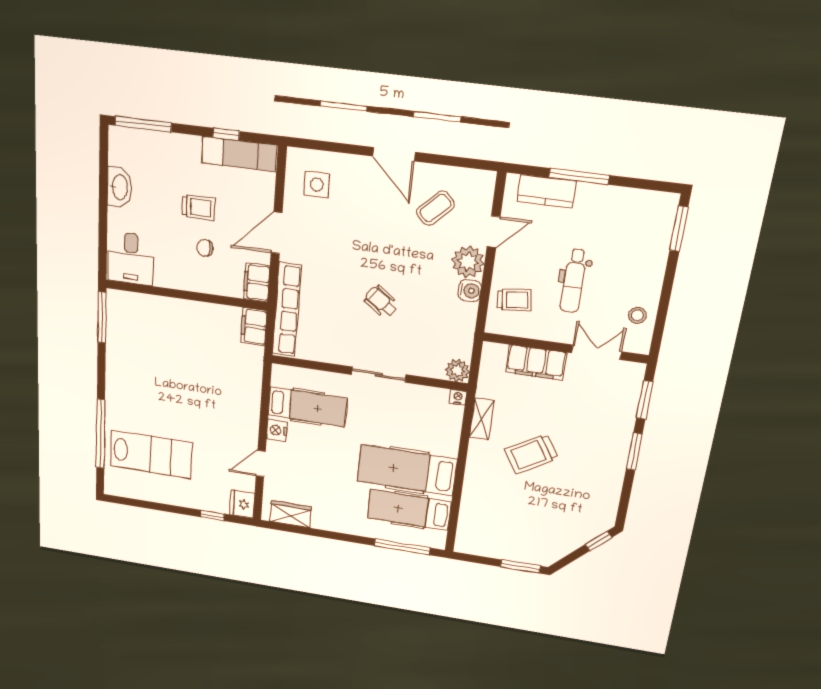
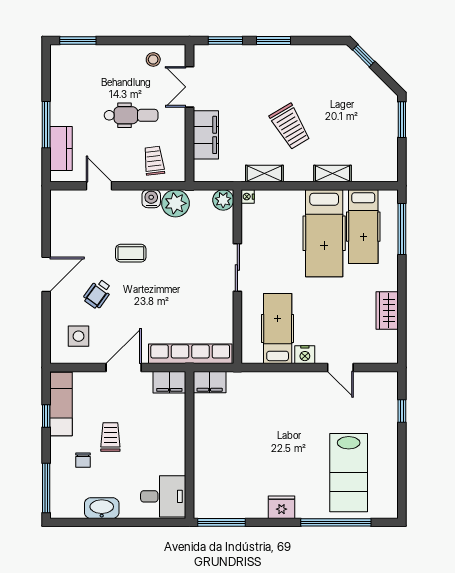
coffee table: (436, 208) -> (131, 253), moved, turned -45
door: (277, 233) -> (124, 367), swing flipped
chair: (205, 248) -> (83, 460), moved
plant: (468, 262) -> (176, 203), moved
wheelchair: (381, 302) -> (98, 294), moved
lab bench: (151, 454) -> (349, 473), turned 180
shelving: (472, 489) -> (333, 174), added
fridge: (242, 504) -> (282, 507), moved, turned 180
wardrobe: (290, 514) -> (387, 311), moved

